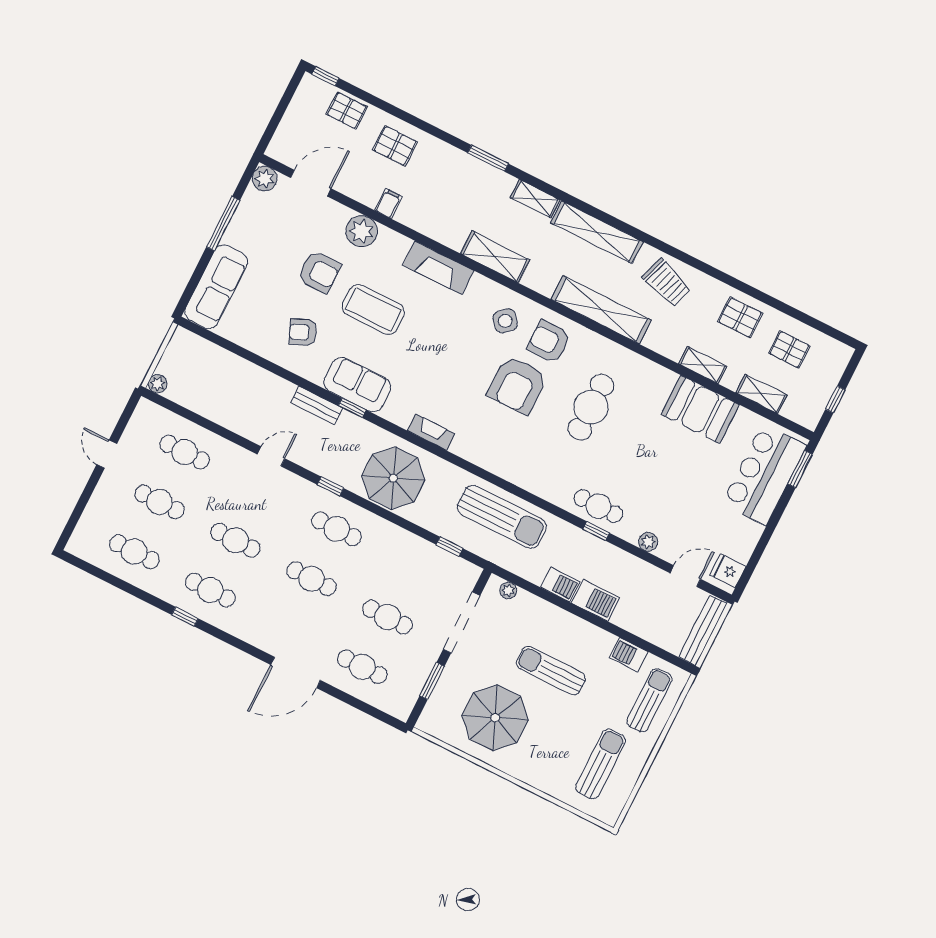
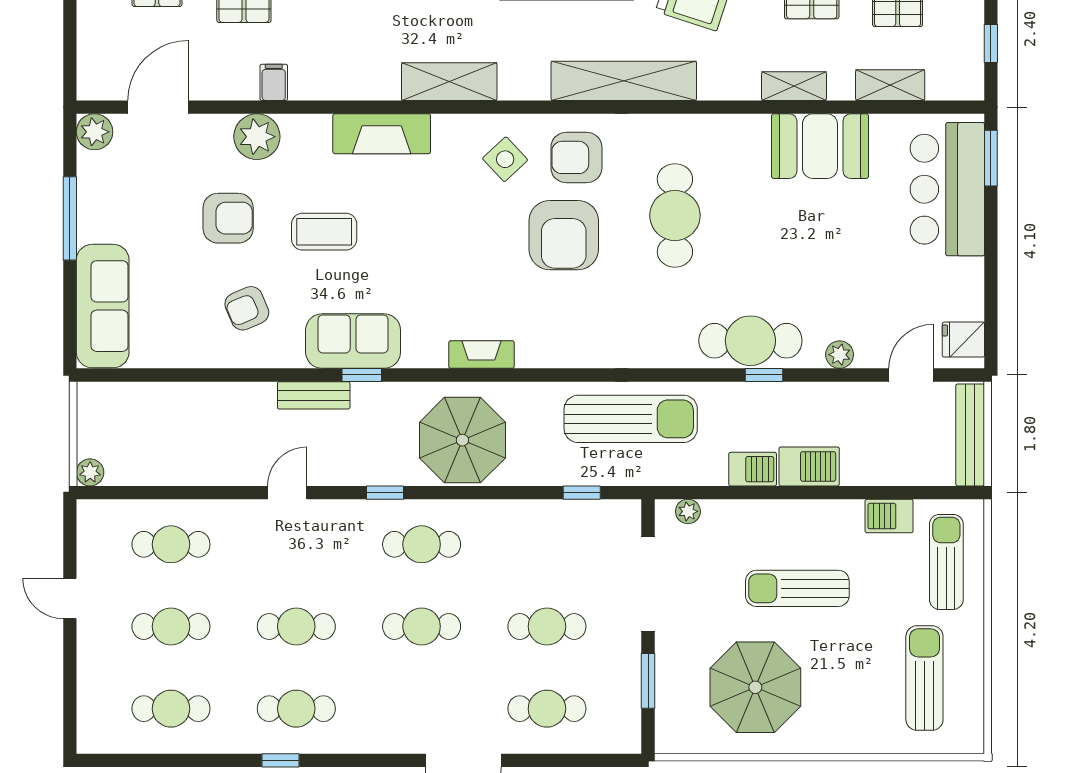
coffee table: (373, 309) -> (324, 232), width x0.73, depth x0.76
cafe table: (598, 506) -> (750, 341), width x1.37, depth x1.35

